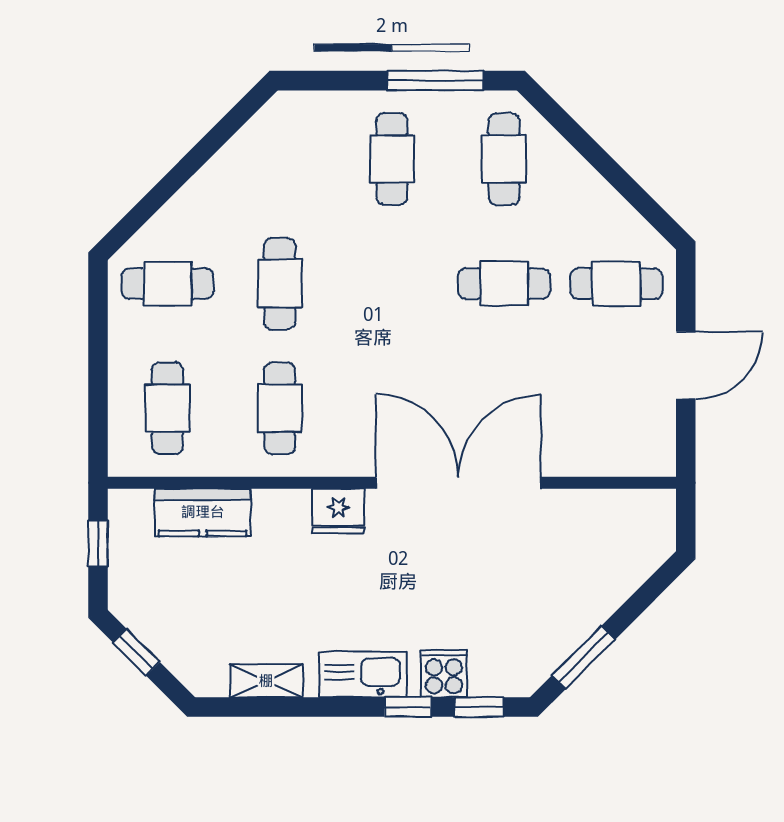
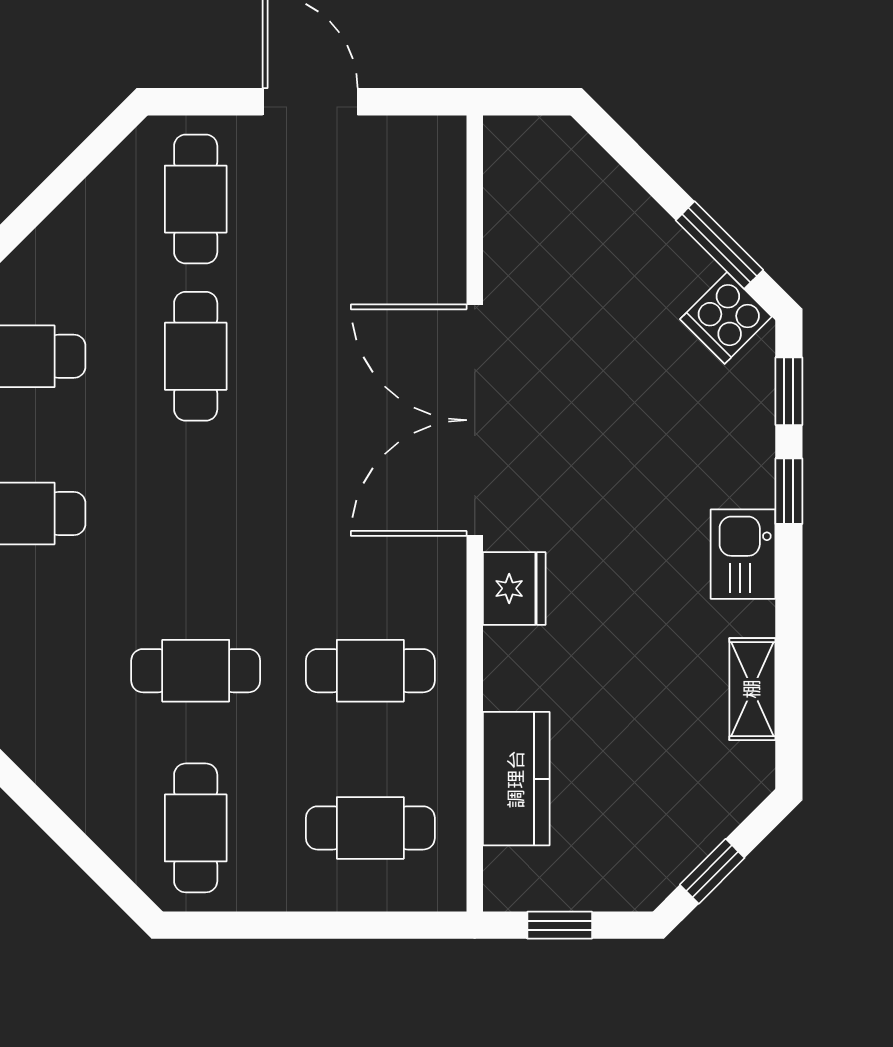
kitchen sink: (363, 674) -> (743, 554), width x0.73
cooker: (444, 674) -> (726, 318), moved, turned -45

